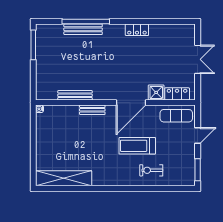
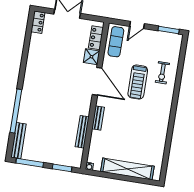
bench: (83, 29) -> (19, 141), moved
locker: (137, 30) -> (38, 22), moved
window: (33, 80) -> (62, 168), added
door: (198, 135) -> (137, 25), swing flipped
shelving: (64, 178) -> (127, 169), moved, turned 90

